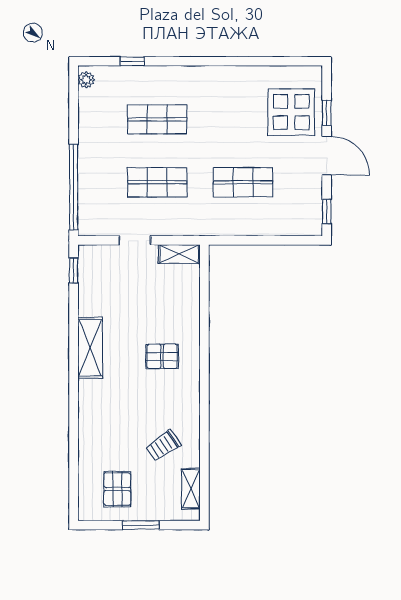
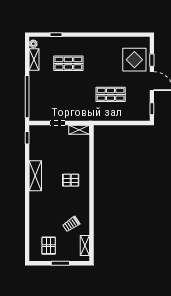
shelving: (88, 112) -> (34, 60), added
shop shelf: (157, 182) -> (68, 94), removed

